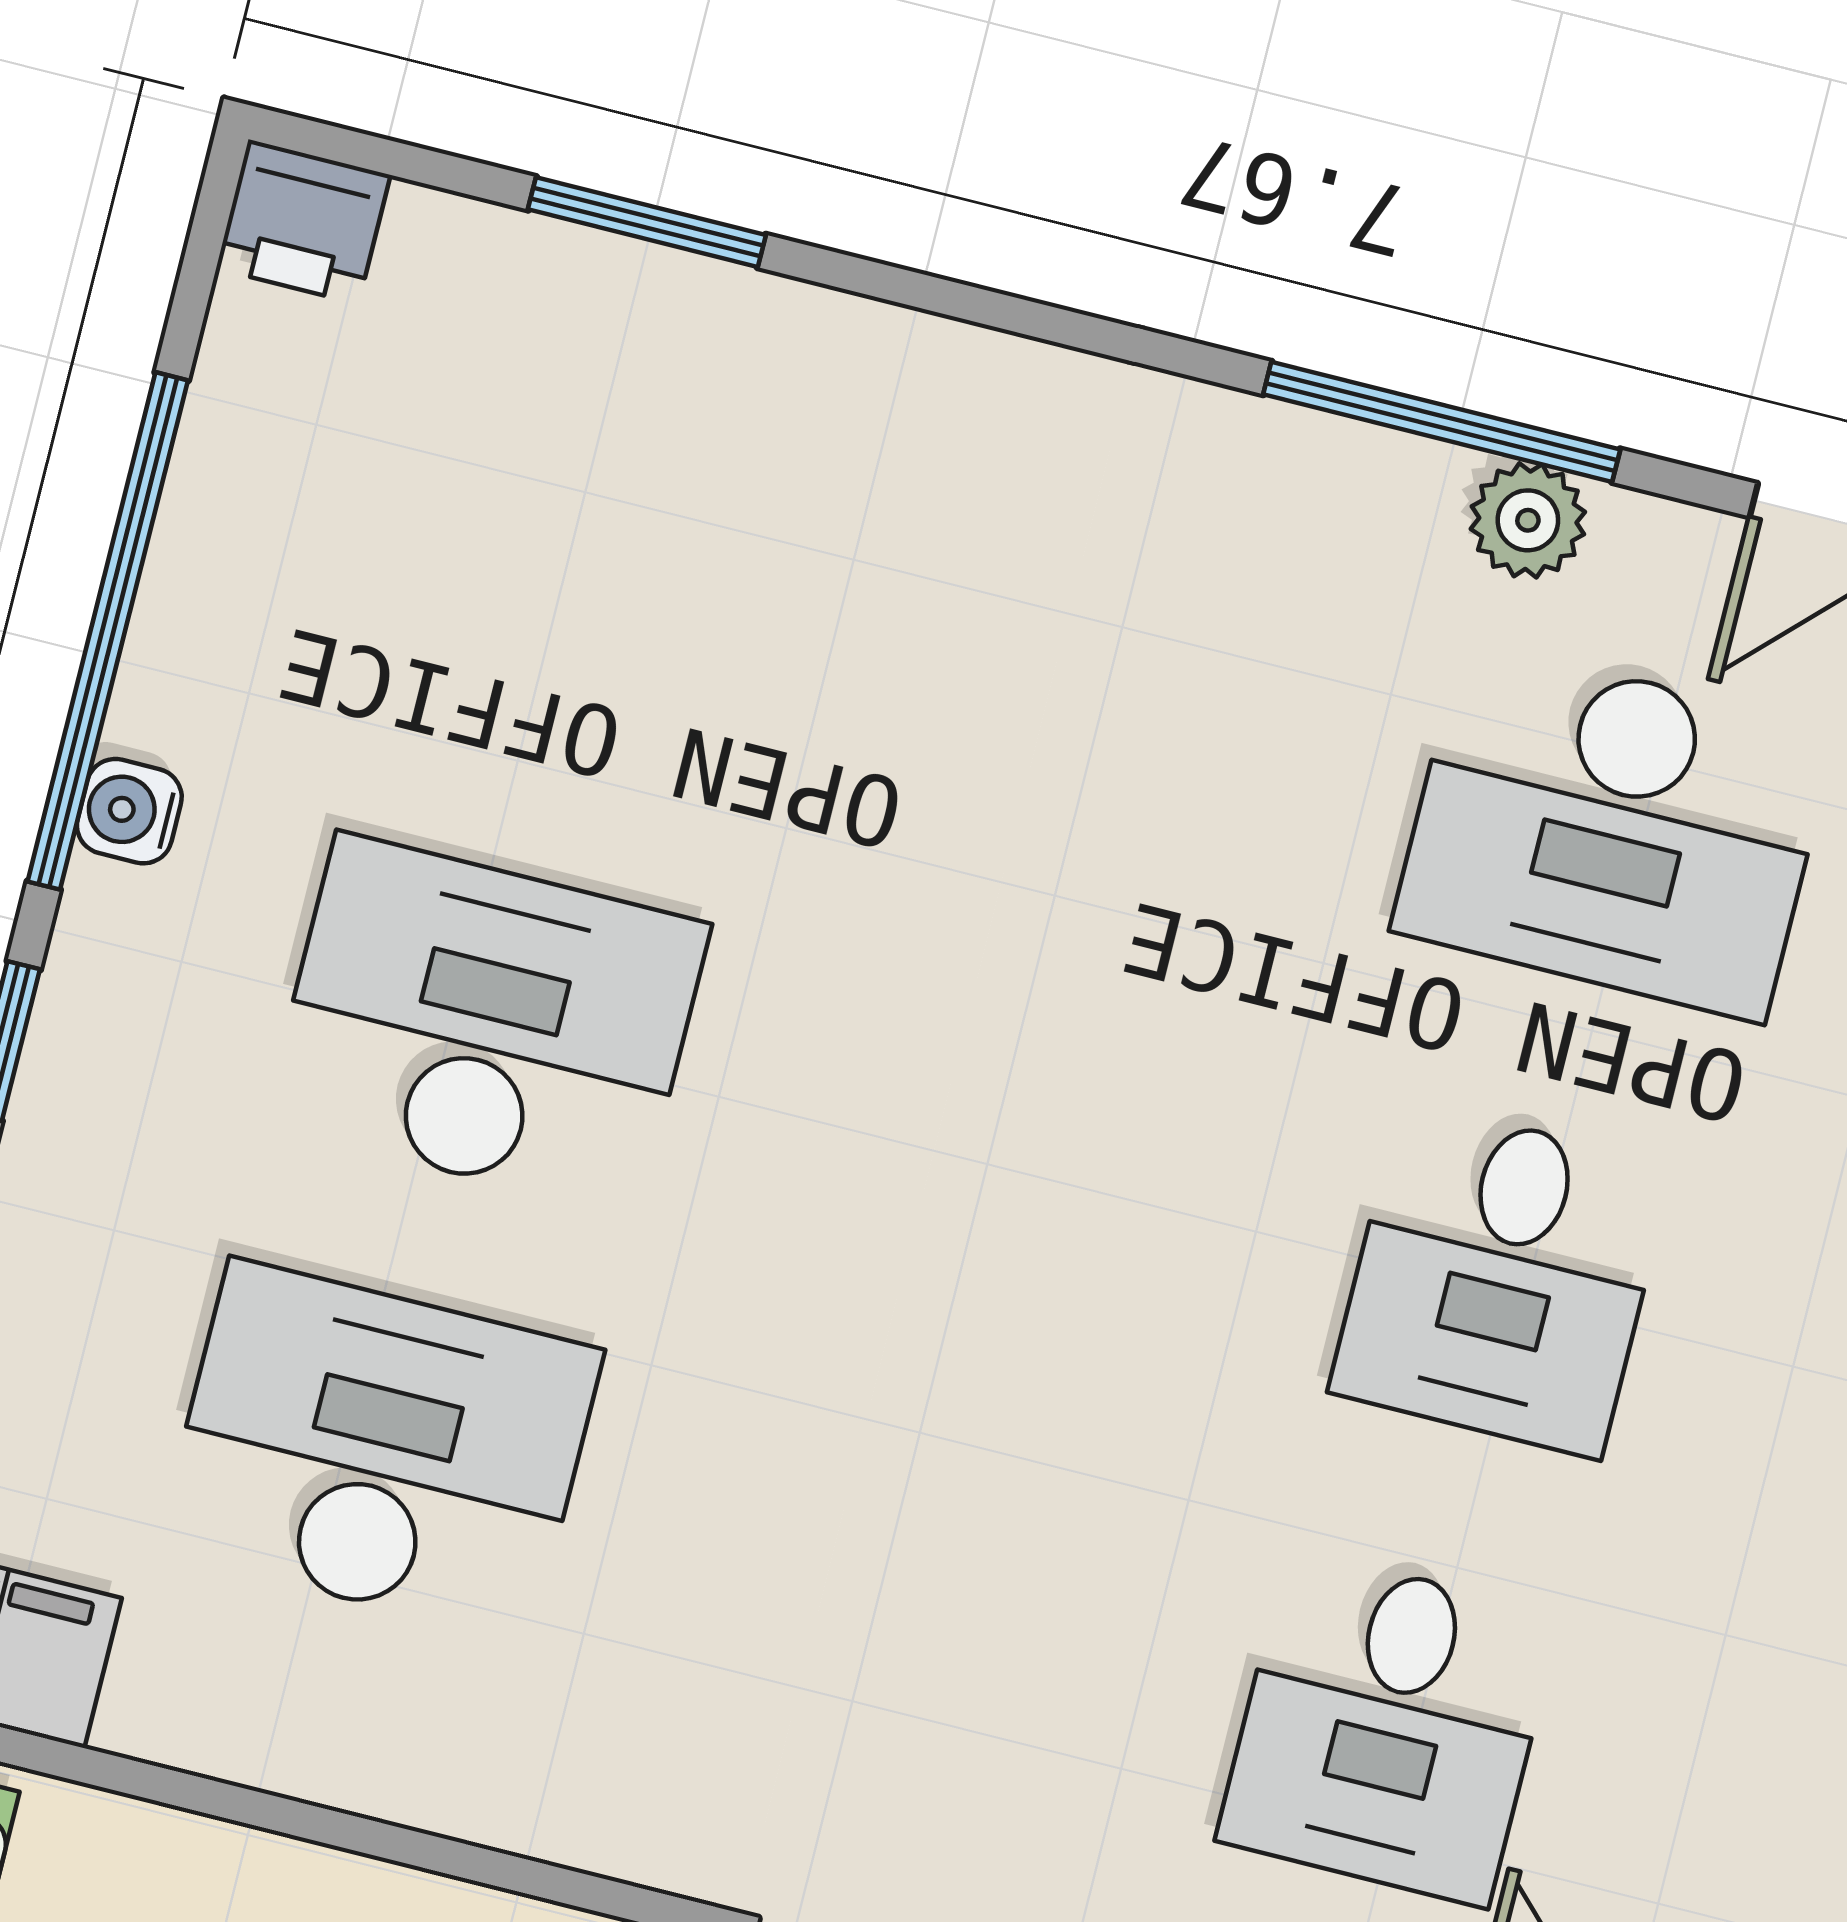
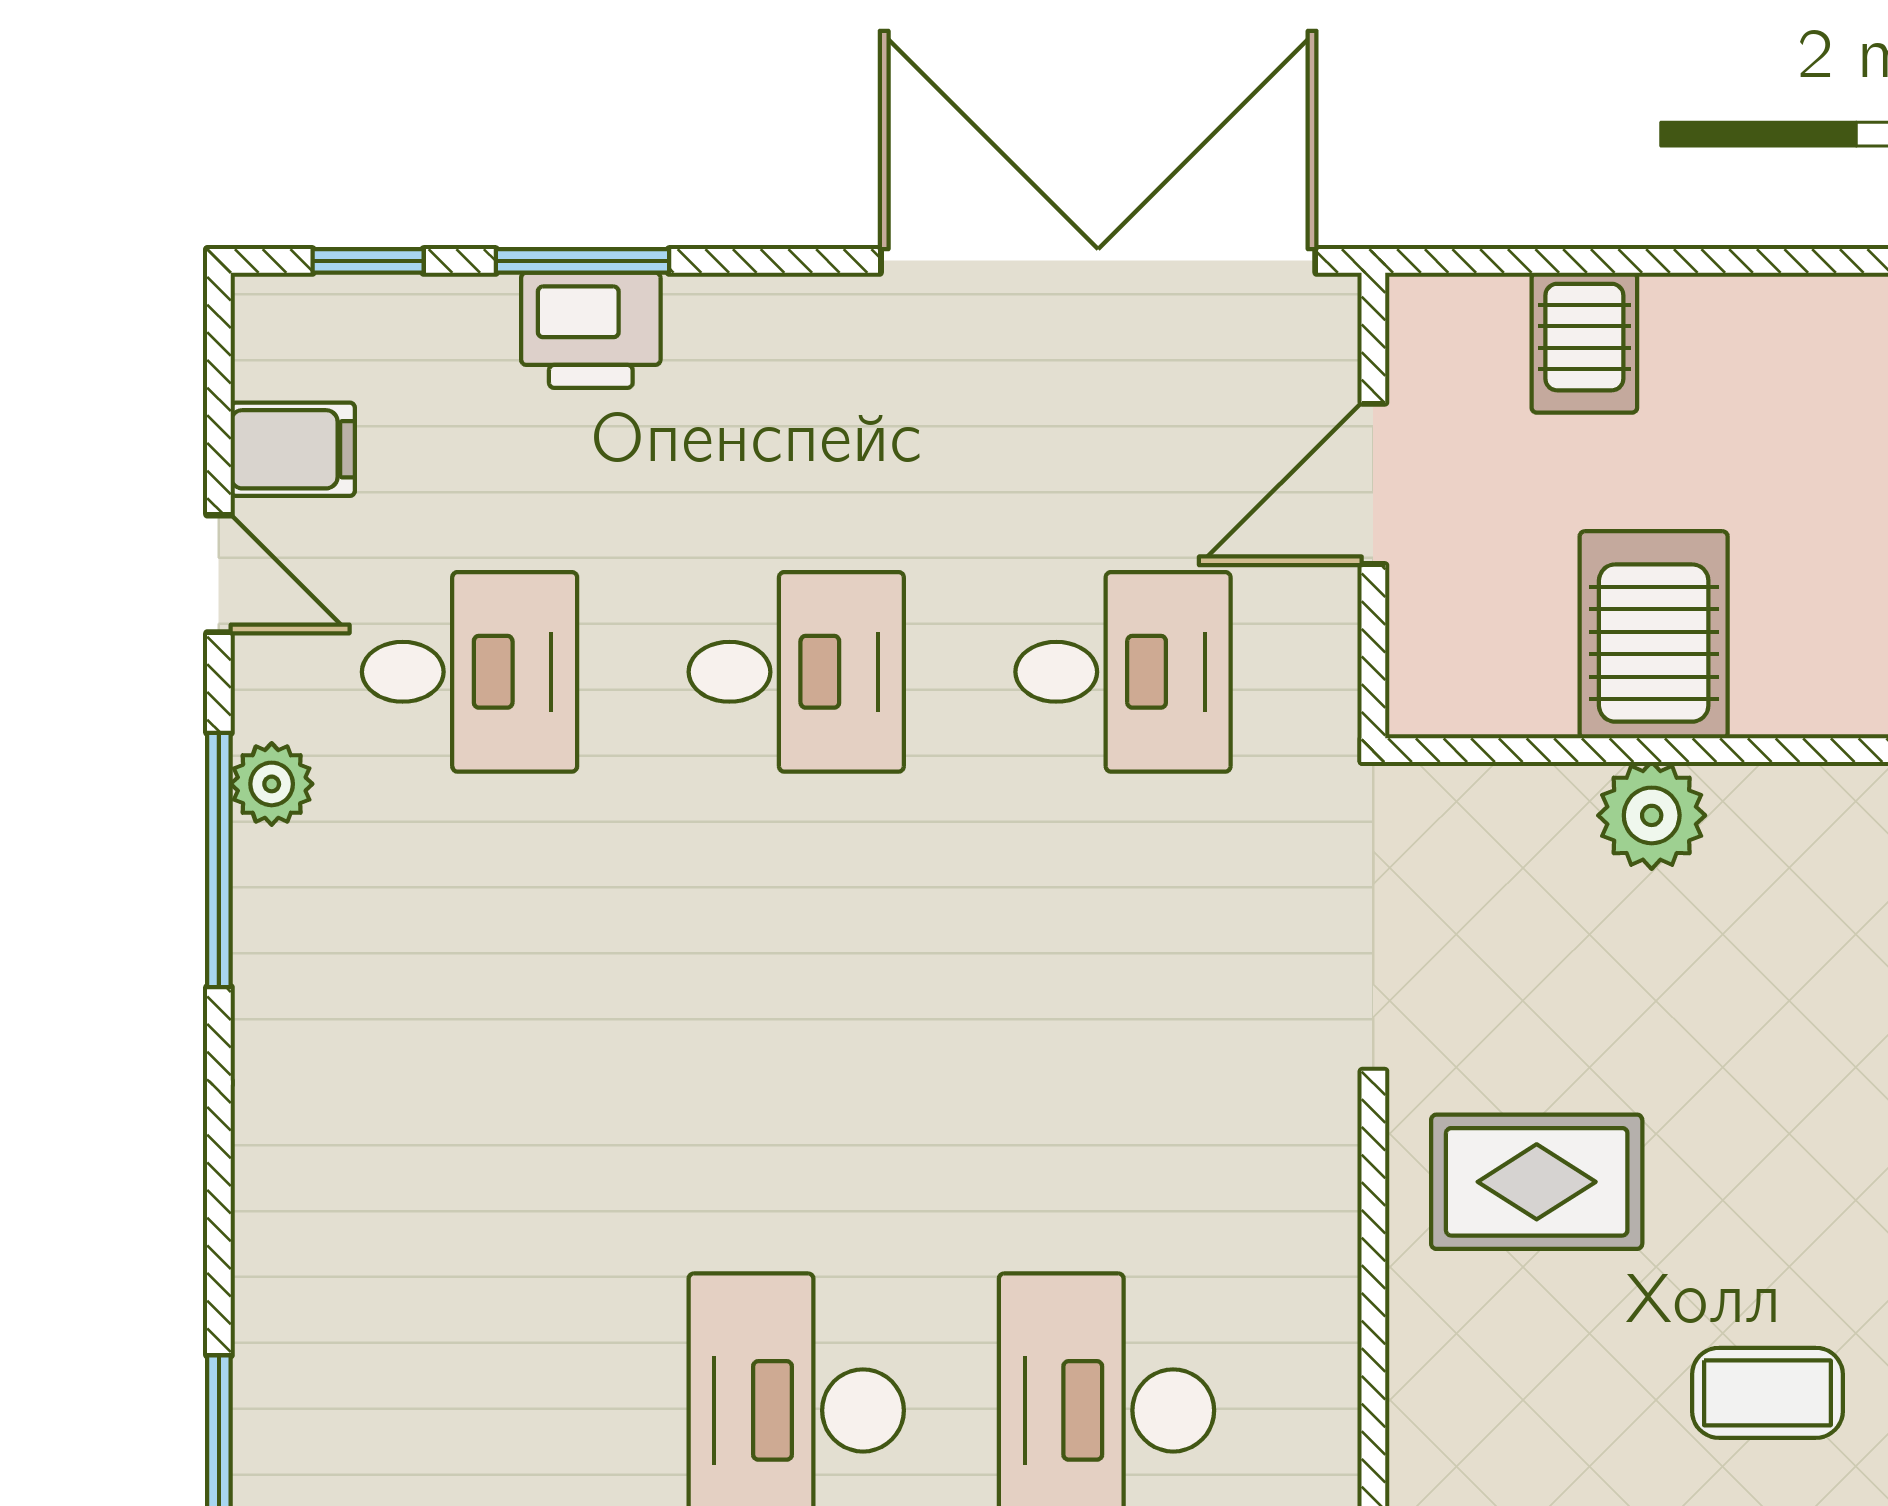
desk: (1614, 831) -> (469, 672), width x0.73

